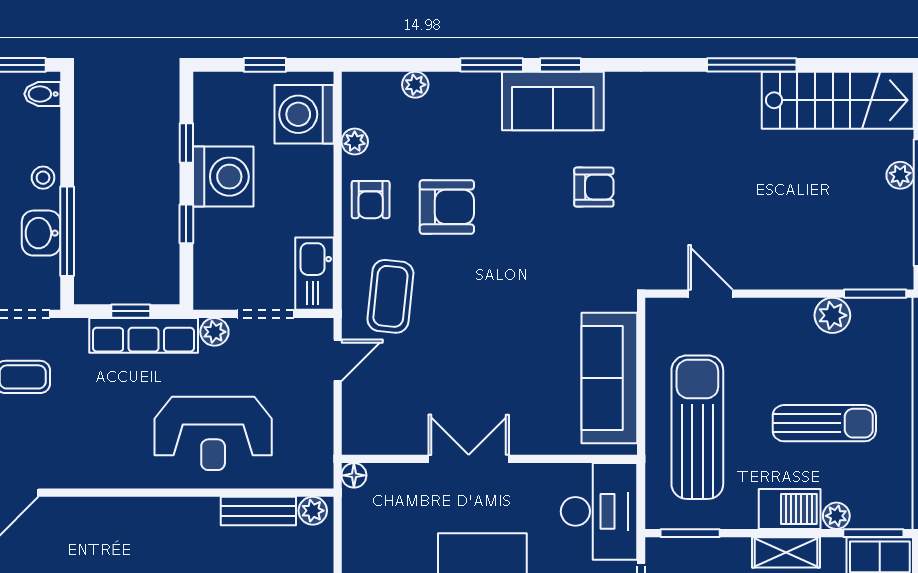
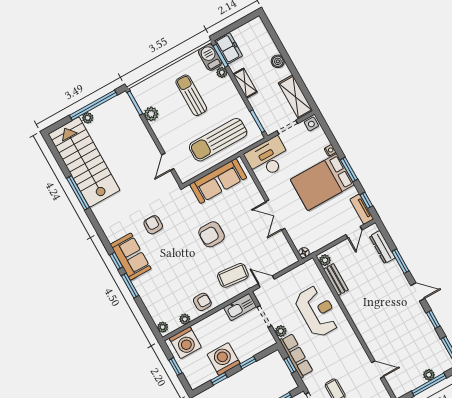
plant: (415, 85) -> (163, 327), moved
stairs: (838, 100) -> (84, 162), width x1.36, depth x1.51
armchair: (447, 207) -> (212, 234), moved, turned -90
barbecue: (790, 509) -> (210, 57), moved

